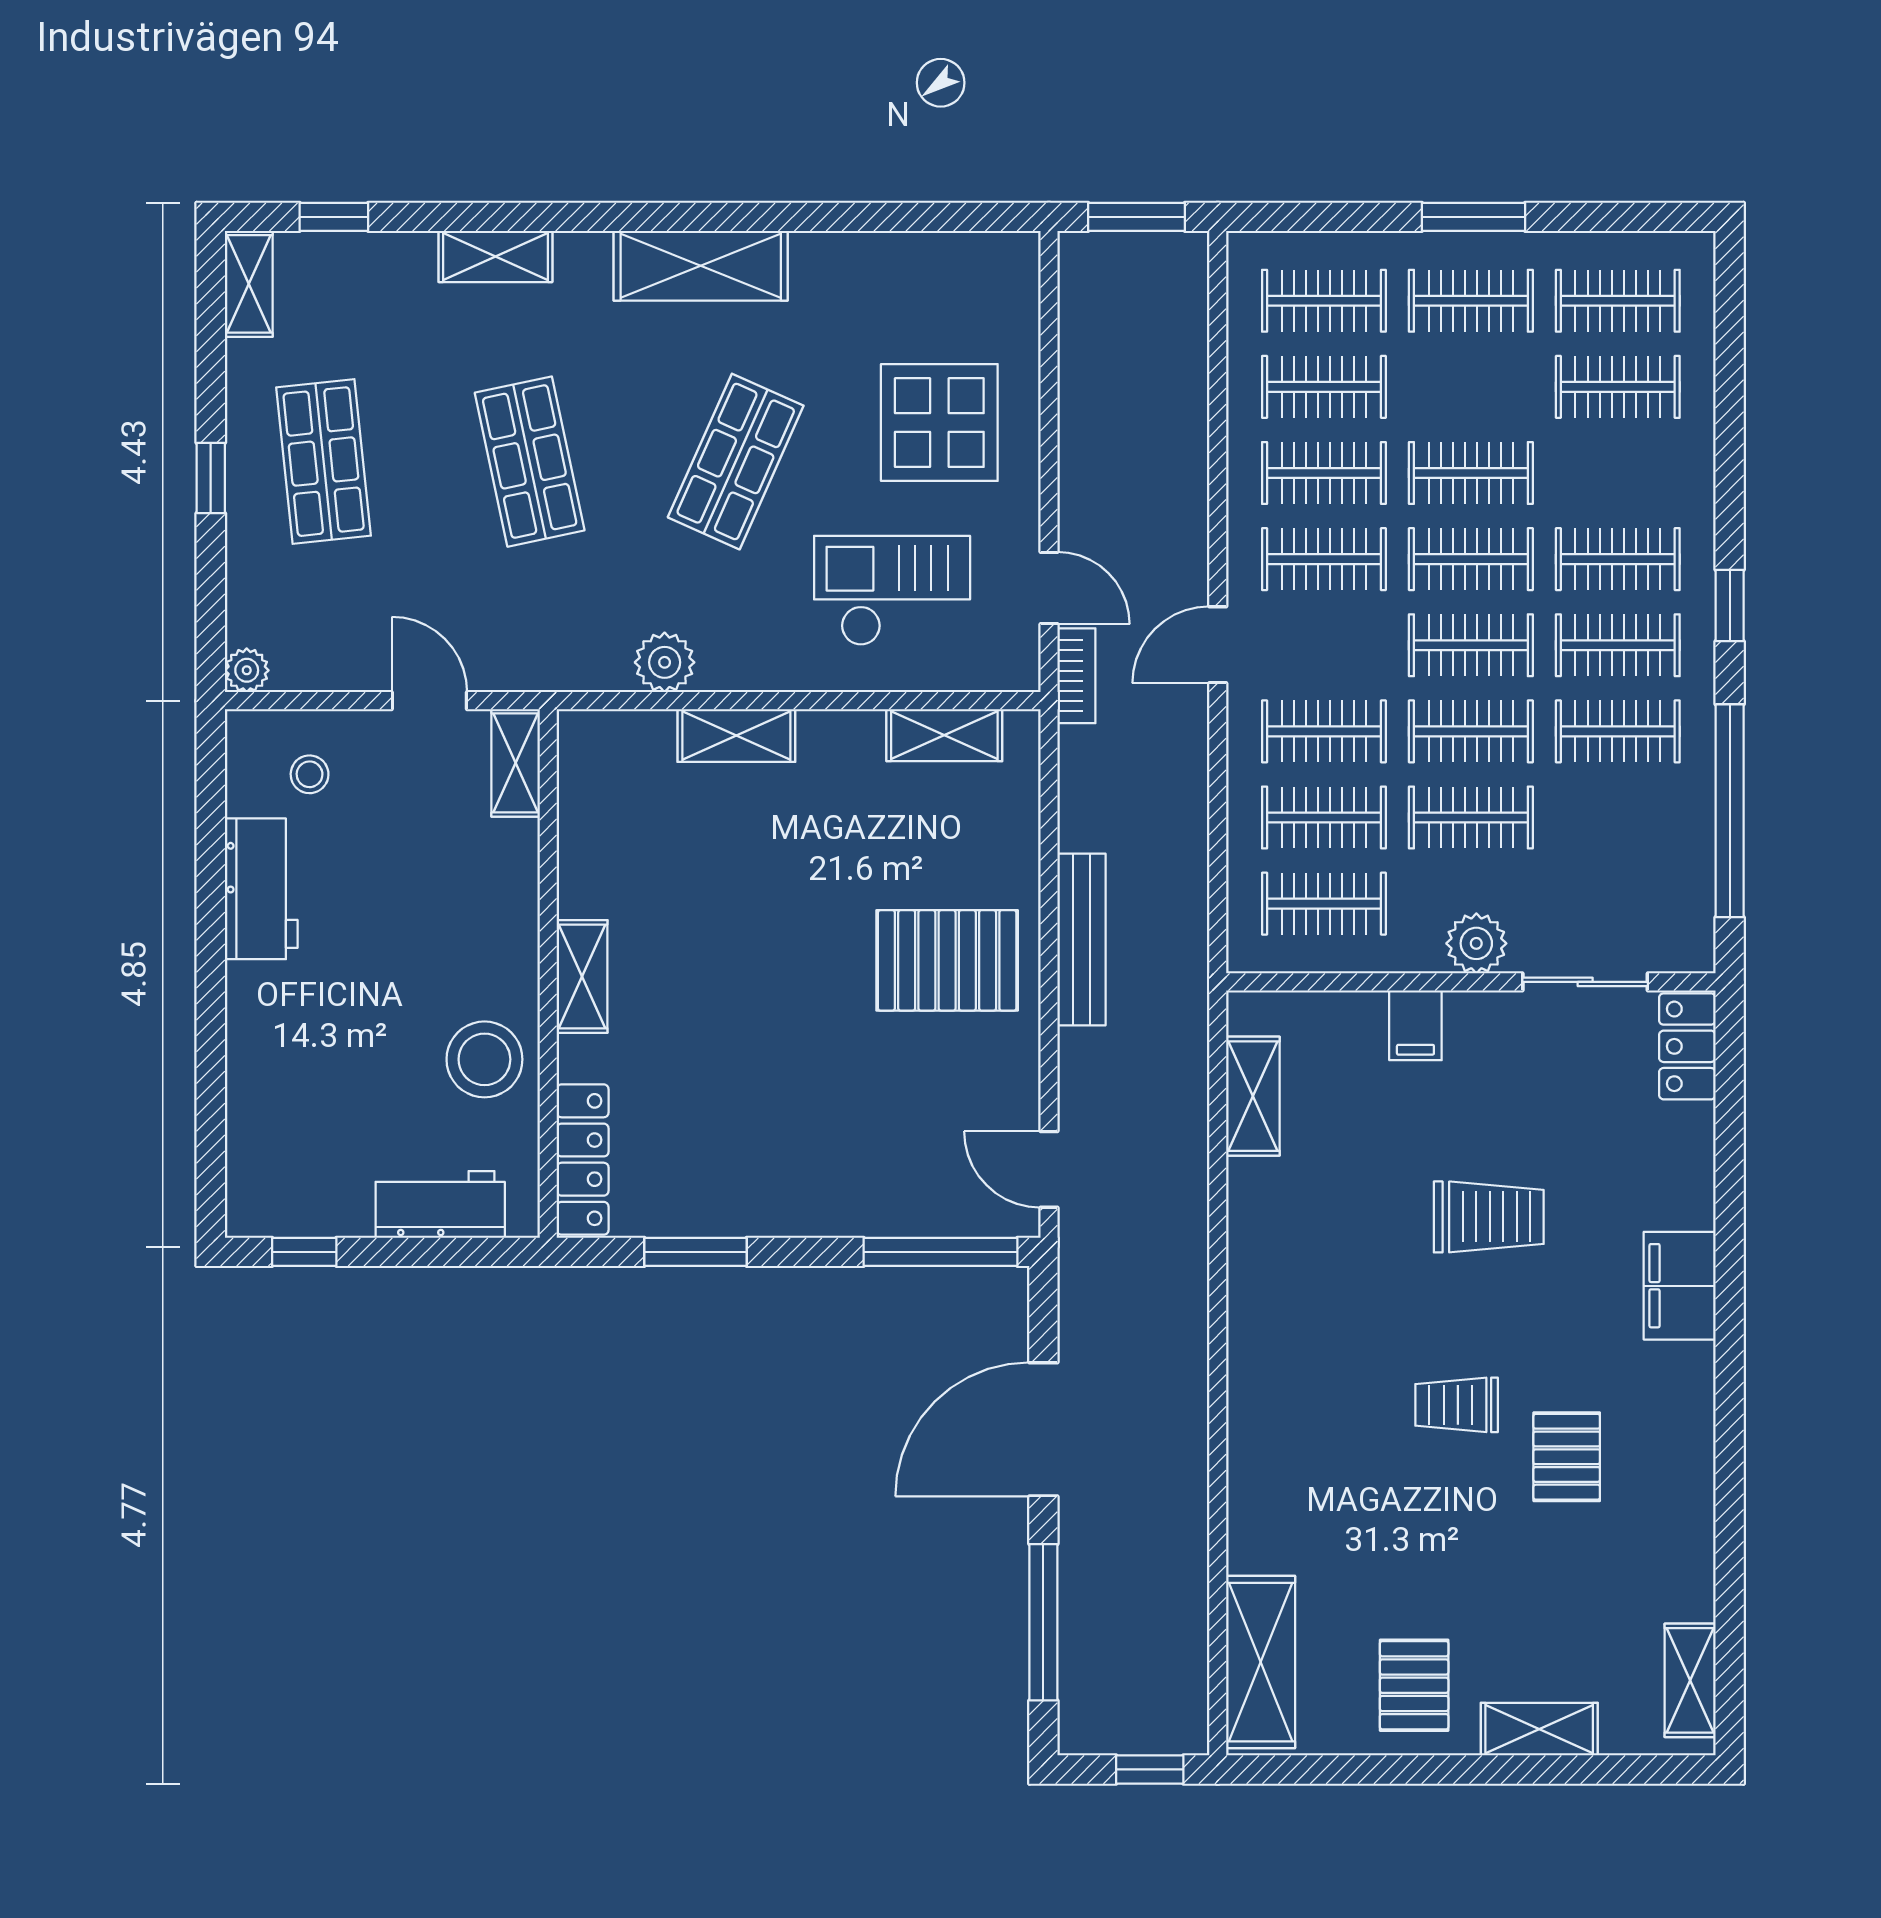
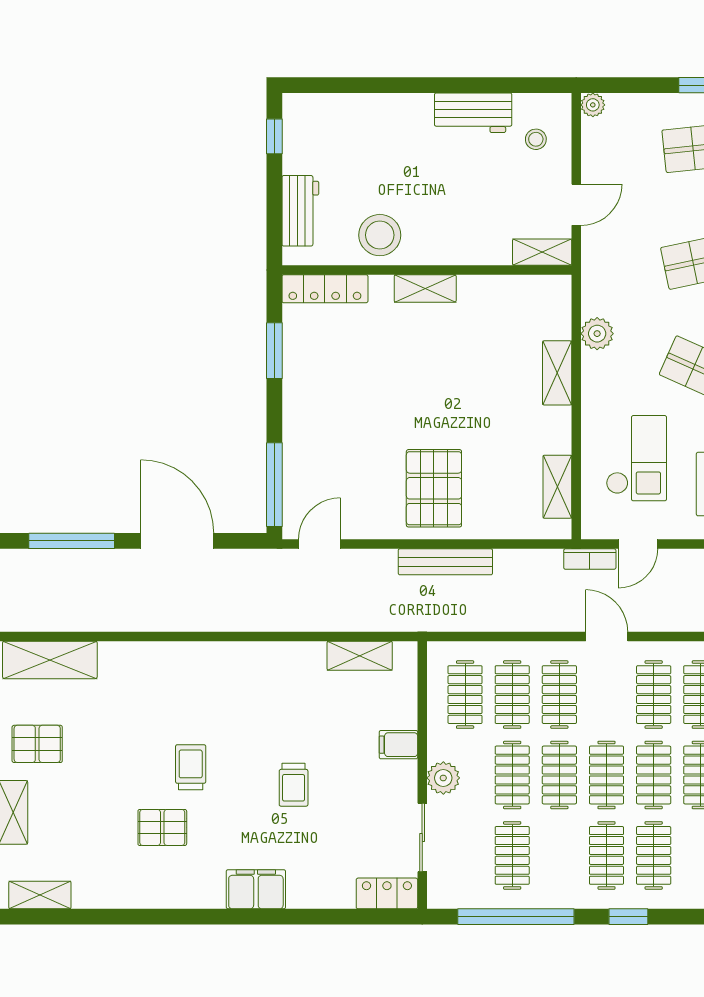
clothes rail: (1618, 731) -> (512, 855), moved
trolley: (1489, 1217) -> (294, 785), width x0.73, depth x0.72

